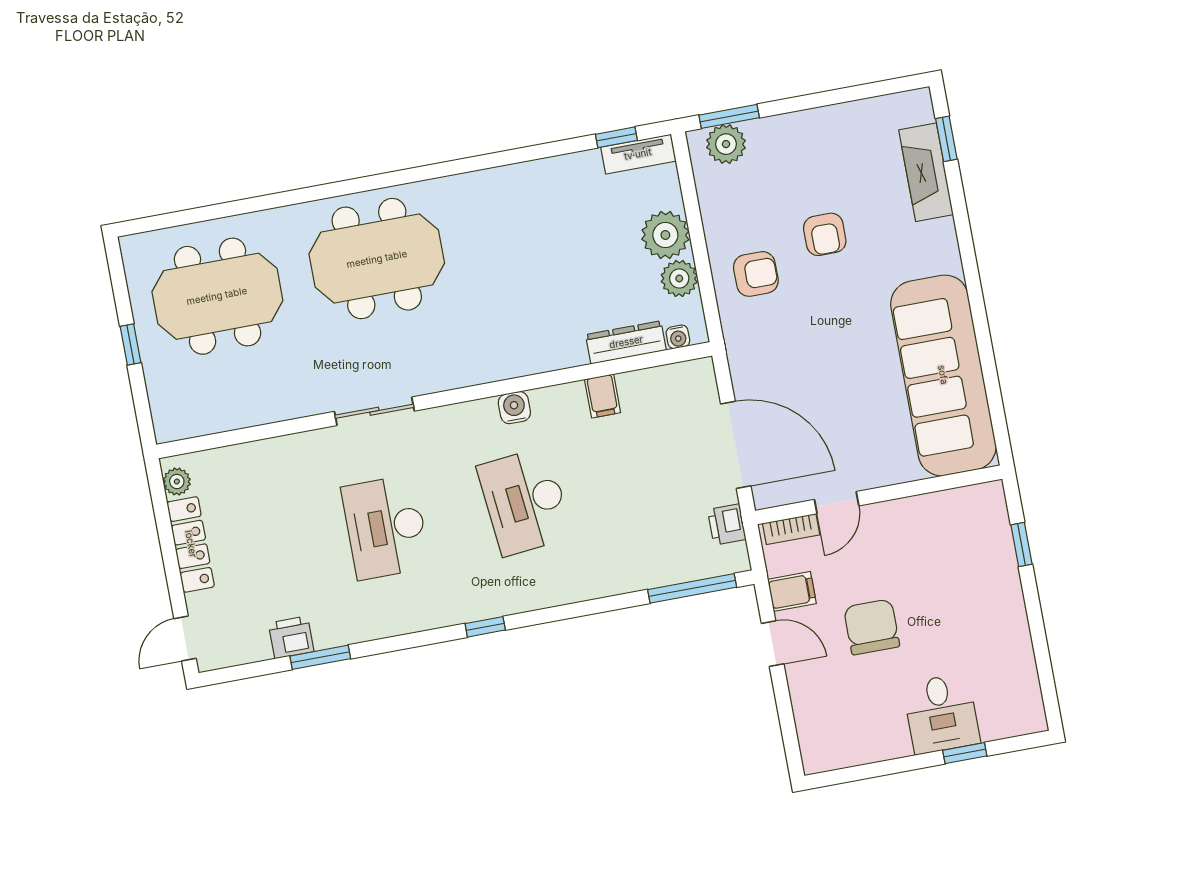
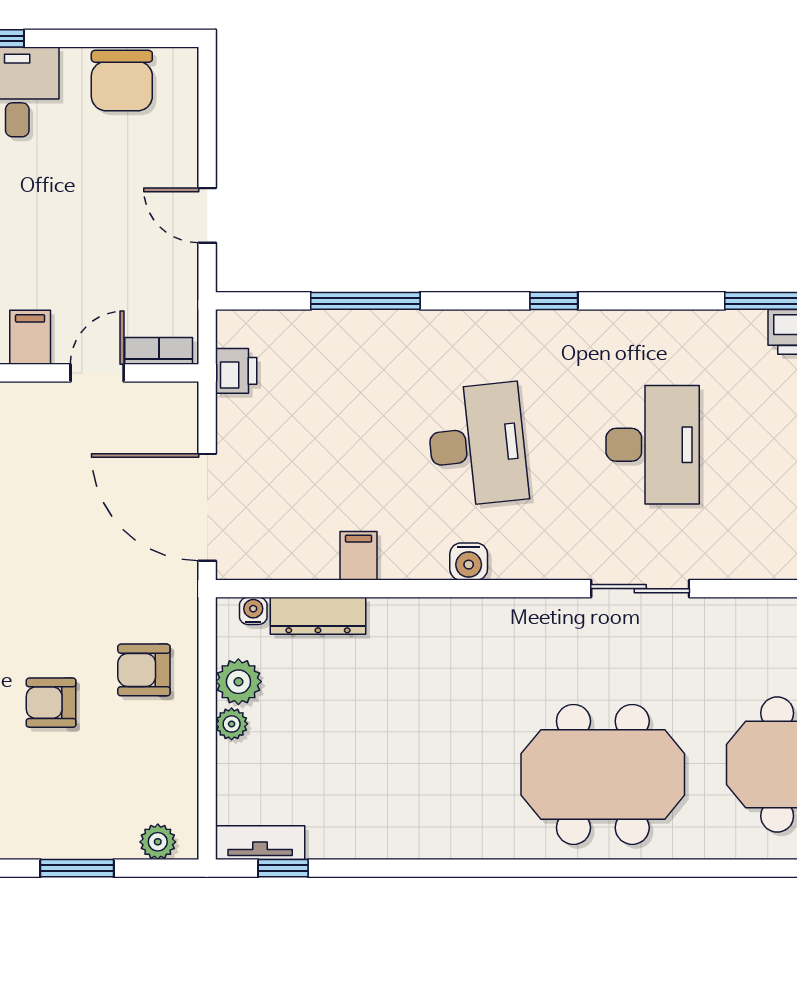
window: (729, 116) -> (77, 868), moved
plant: (726, 144) -> (158, 842), width x0.73, depth x0.73
armchair: (825, 234) -> (51, 703), turned -90
plant: (665, 235) -> (232, 724), width x0.53, depth x0.53
door: (736, 445) -> (207, 507), moved
window: (692, 588) -> (365, 301), moved
filing cabinet: (792, 591) -> (30, 337), moved, turned 90
chair: (872, 627) -> (122, 81), moved

